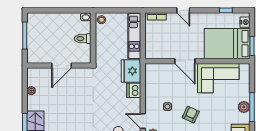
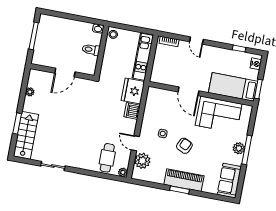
bed: (227, 44) -> (233, 87), width x0.67

